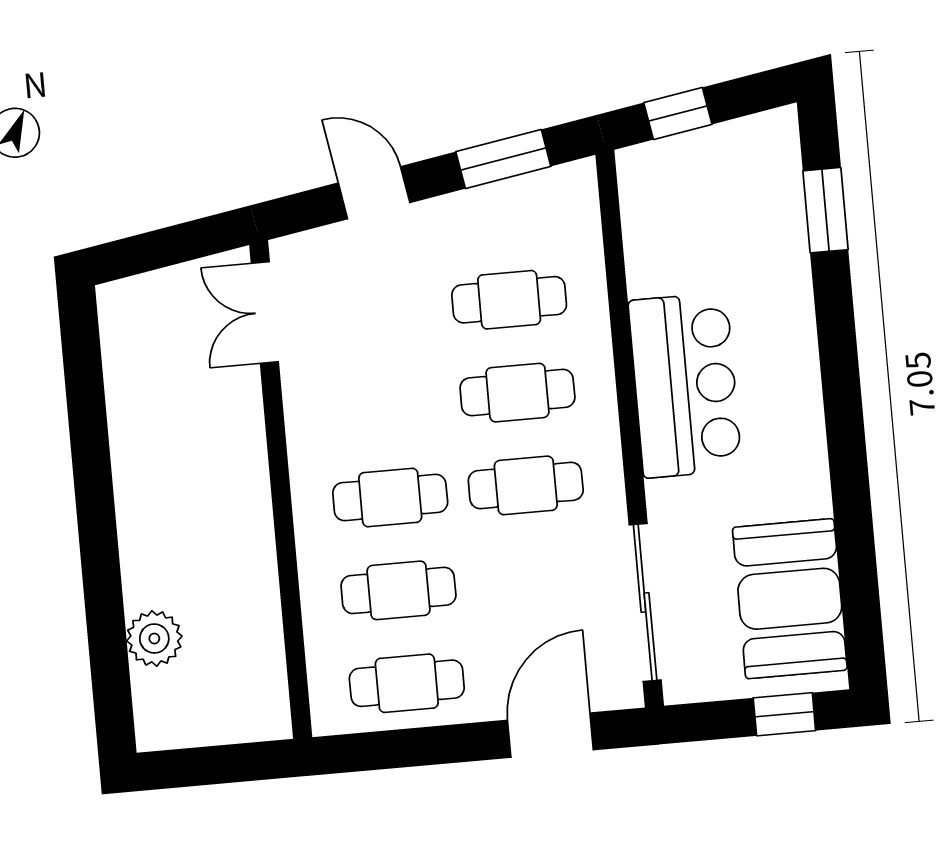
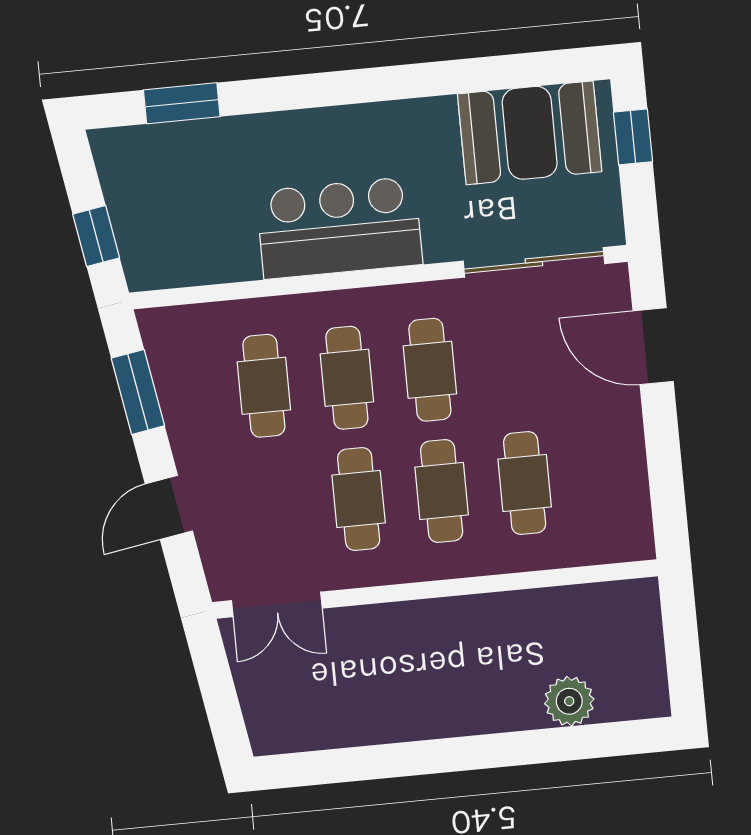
cafe table: (407, 683) -> (359, 499), moved

